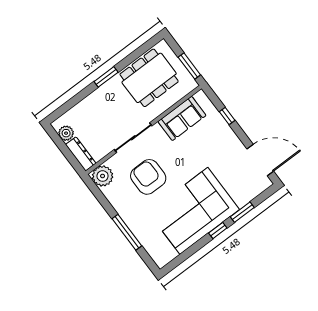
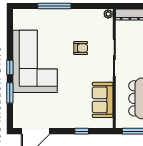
plant: (103, 176) -> (108, 14), width x0.53, depth x0.53
armchair: (148, 177) -> (81, 48), width x0.53, depth x0.53

